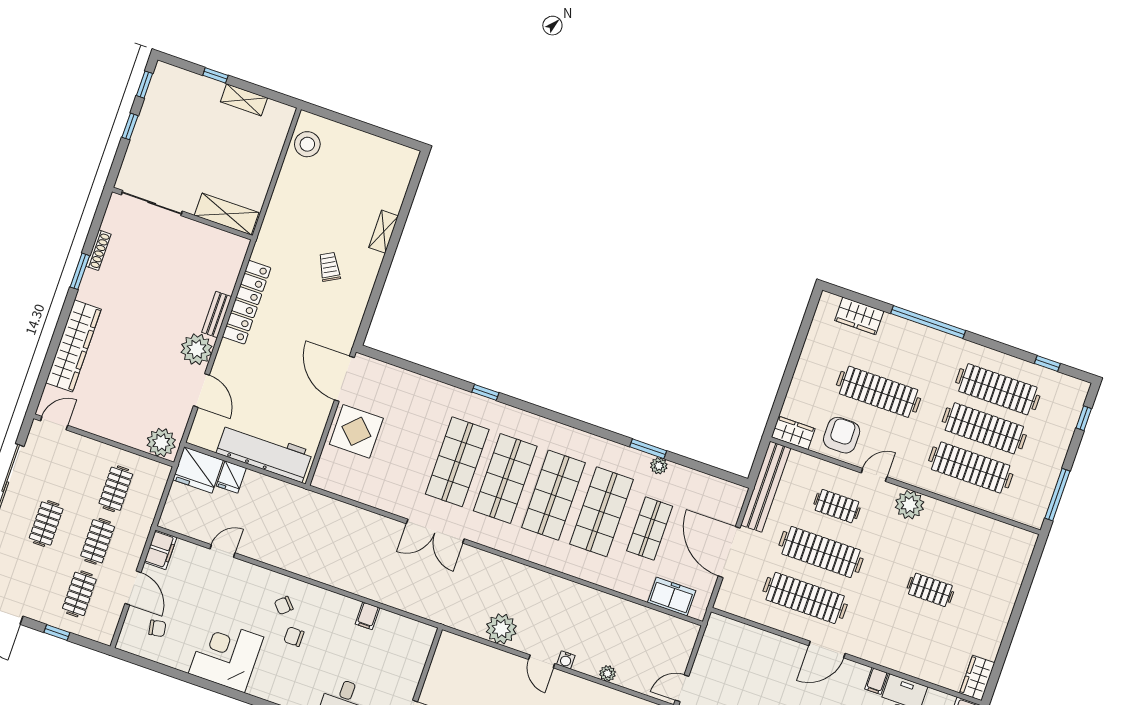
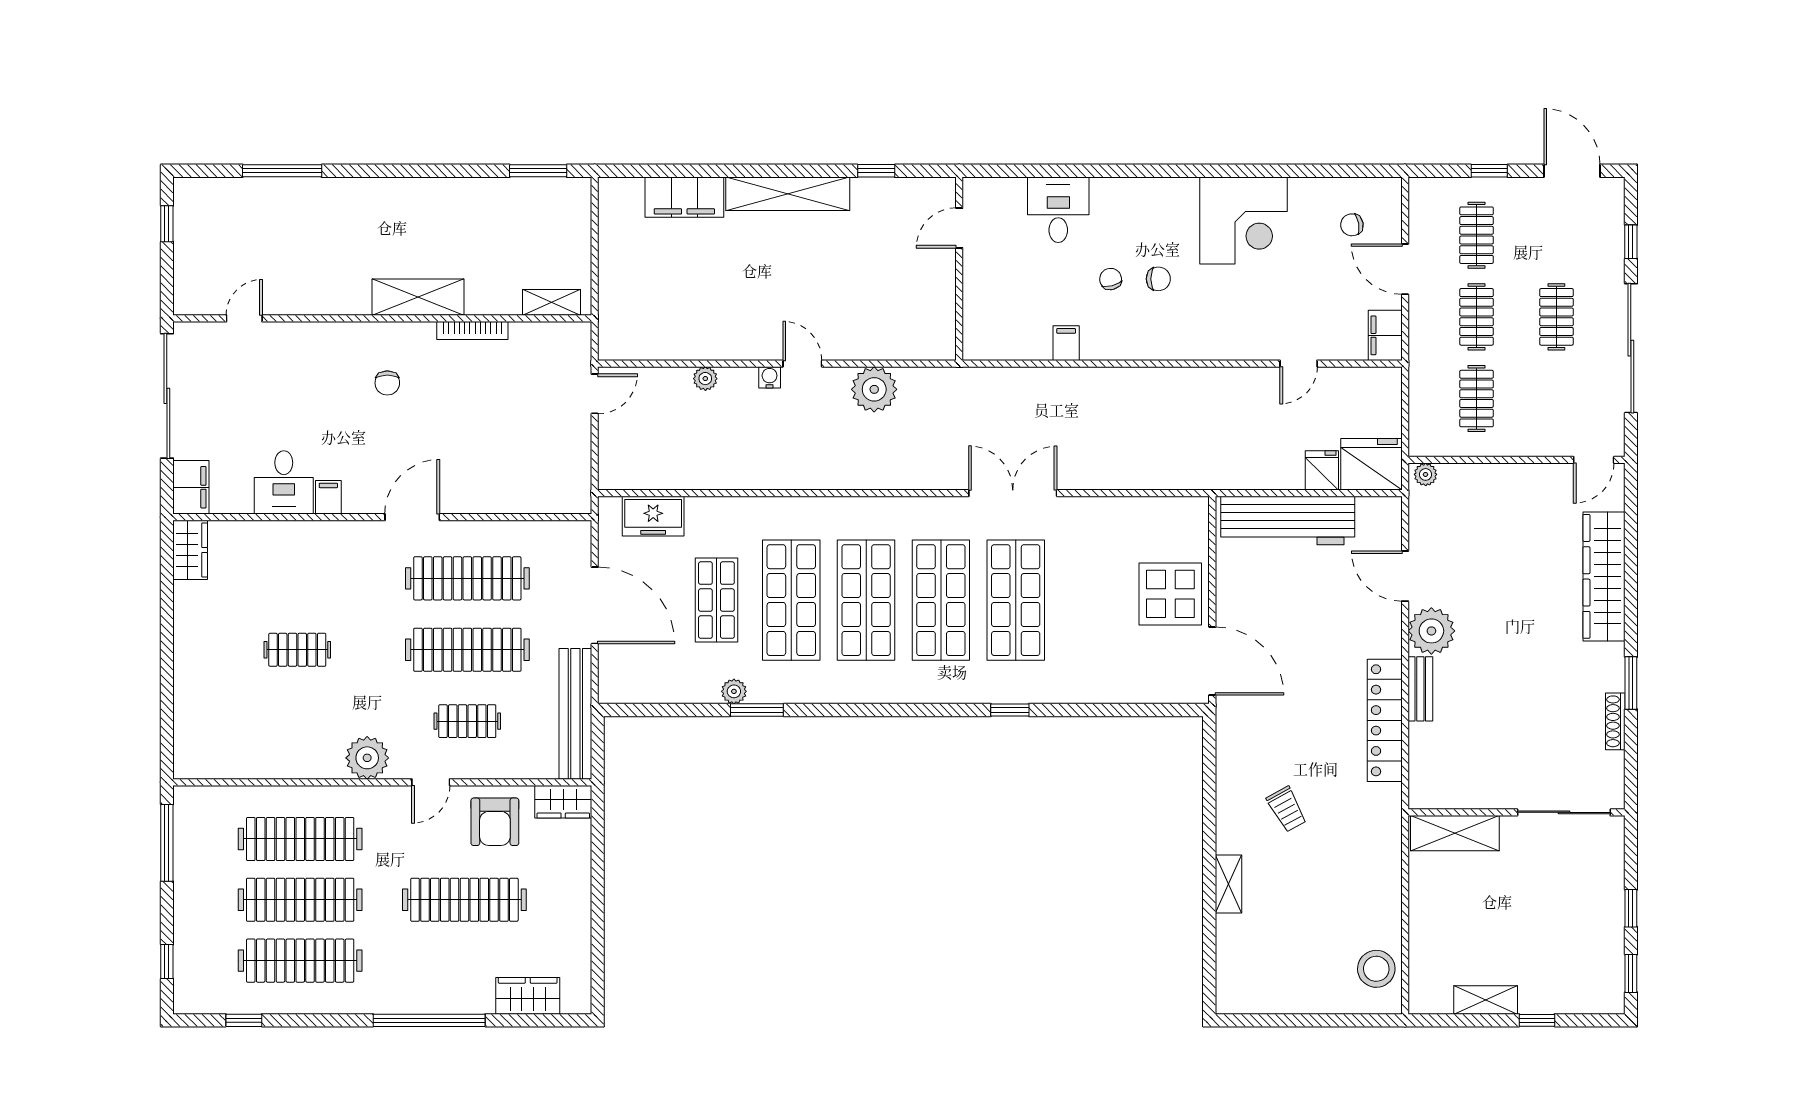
plant: (161, 443) -> (1426, 474), width x0.53, depth x0.53
chair: (284, 605) -> (1111, 279), moved, turned -63

